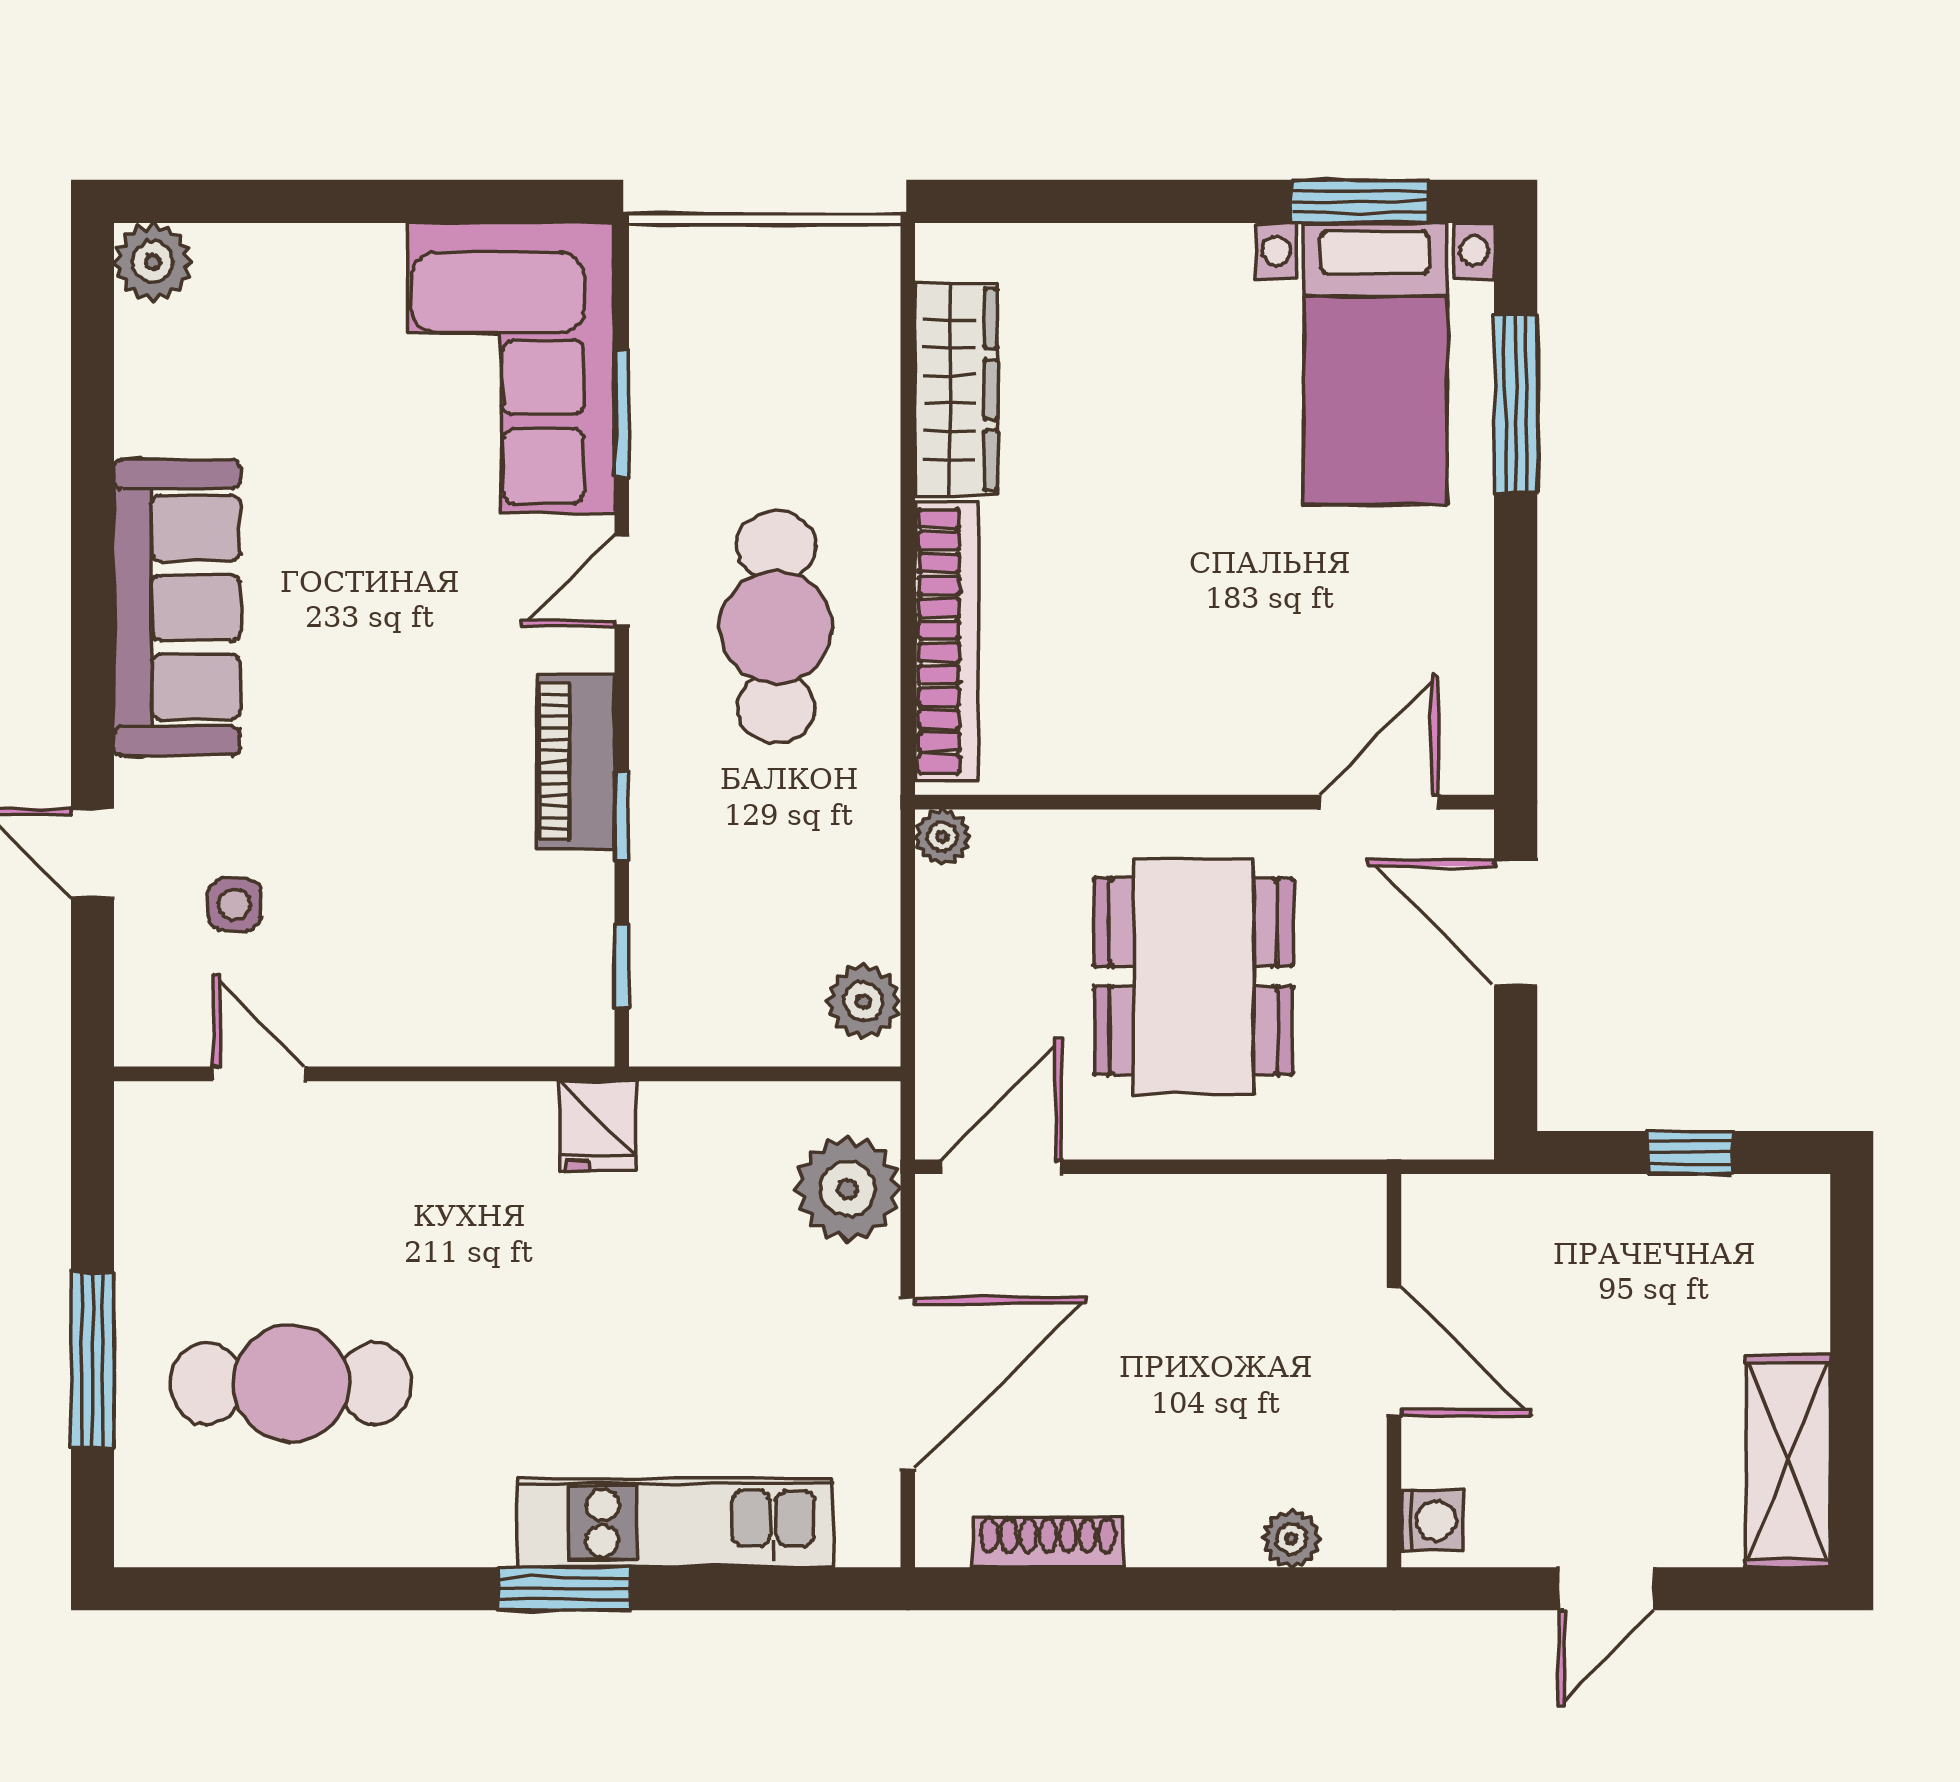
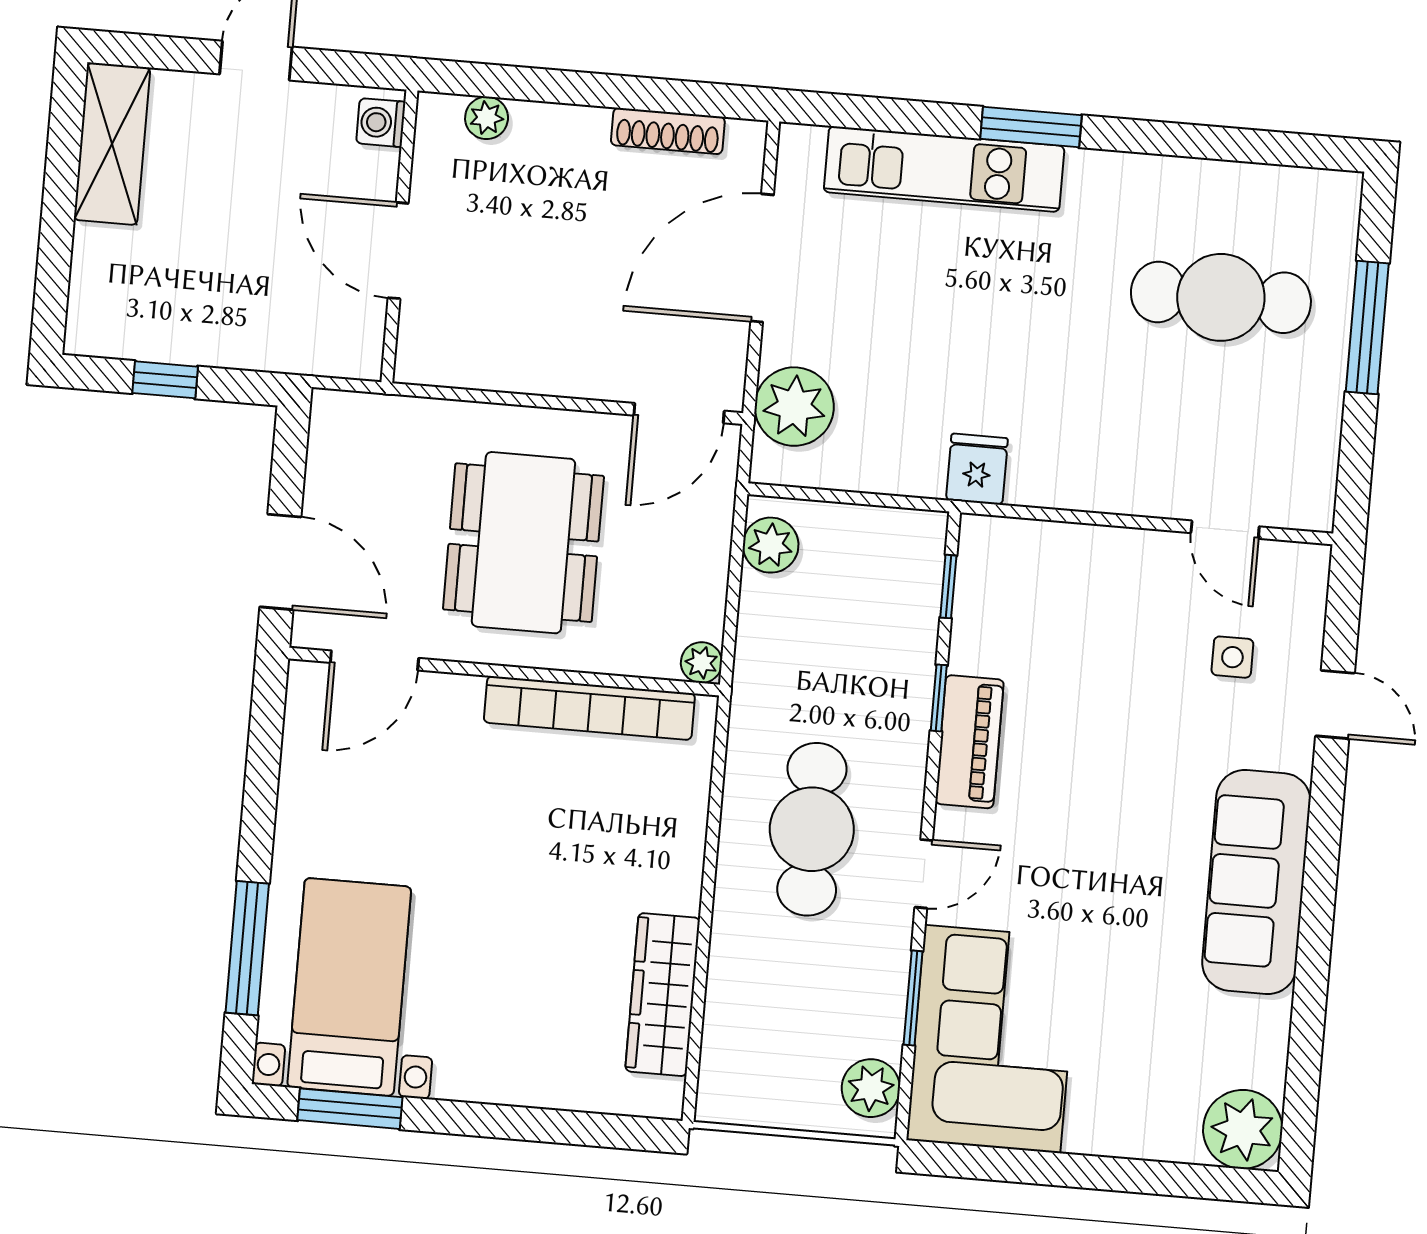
plant: (153, 262) -> (1243, 1129), width x1.36, depth x1.36
plant: (668, 288) -> (871, 1088), added
bookcase: (947, 641) -> (589, 708), moved, turned -90

